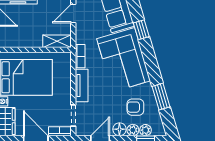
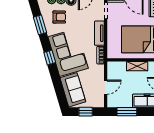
window: (141, 30) -> (50, 58), moved
shelving: (57, 41) -> (137, 66), moved

